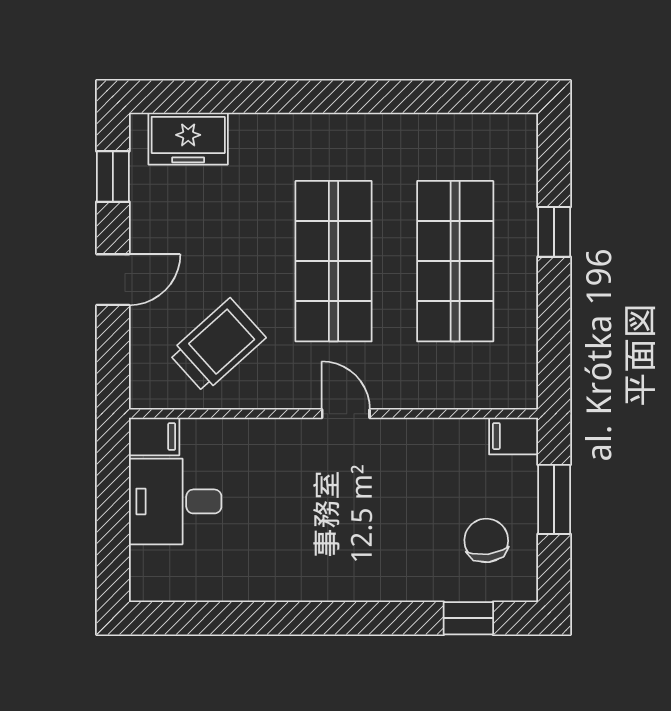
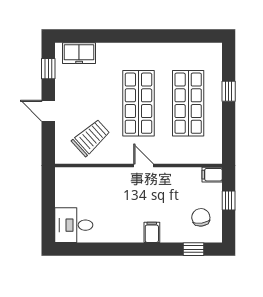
door: (113, 280) -> (48, 111), swing flipped
filing cabinet: (154, 437) -> (152, 232), moved, turned -90
window: (554, 499) -> (229, 201), width x0.67
desk: (175, 501) -> (74, 225), moved

